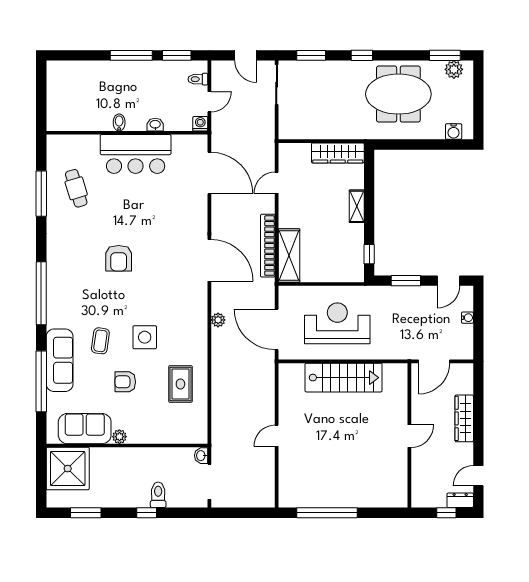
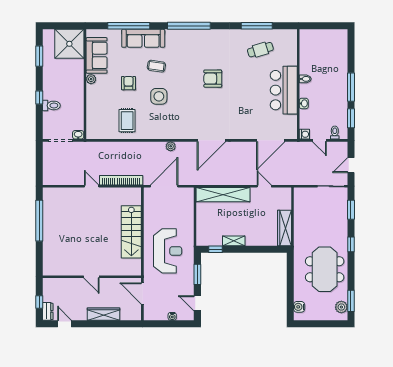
shelving: (357, 206) -> (234, 241), moved
bookcase: (268, 246) -> (121, 180), moved
shelving: (289, 256) -> (223, 195), width x1.47
reception desk: (337, 323) -> (168, 251), moved
rug: (180, 384) -> (127, 121), turned 90

